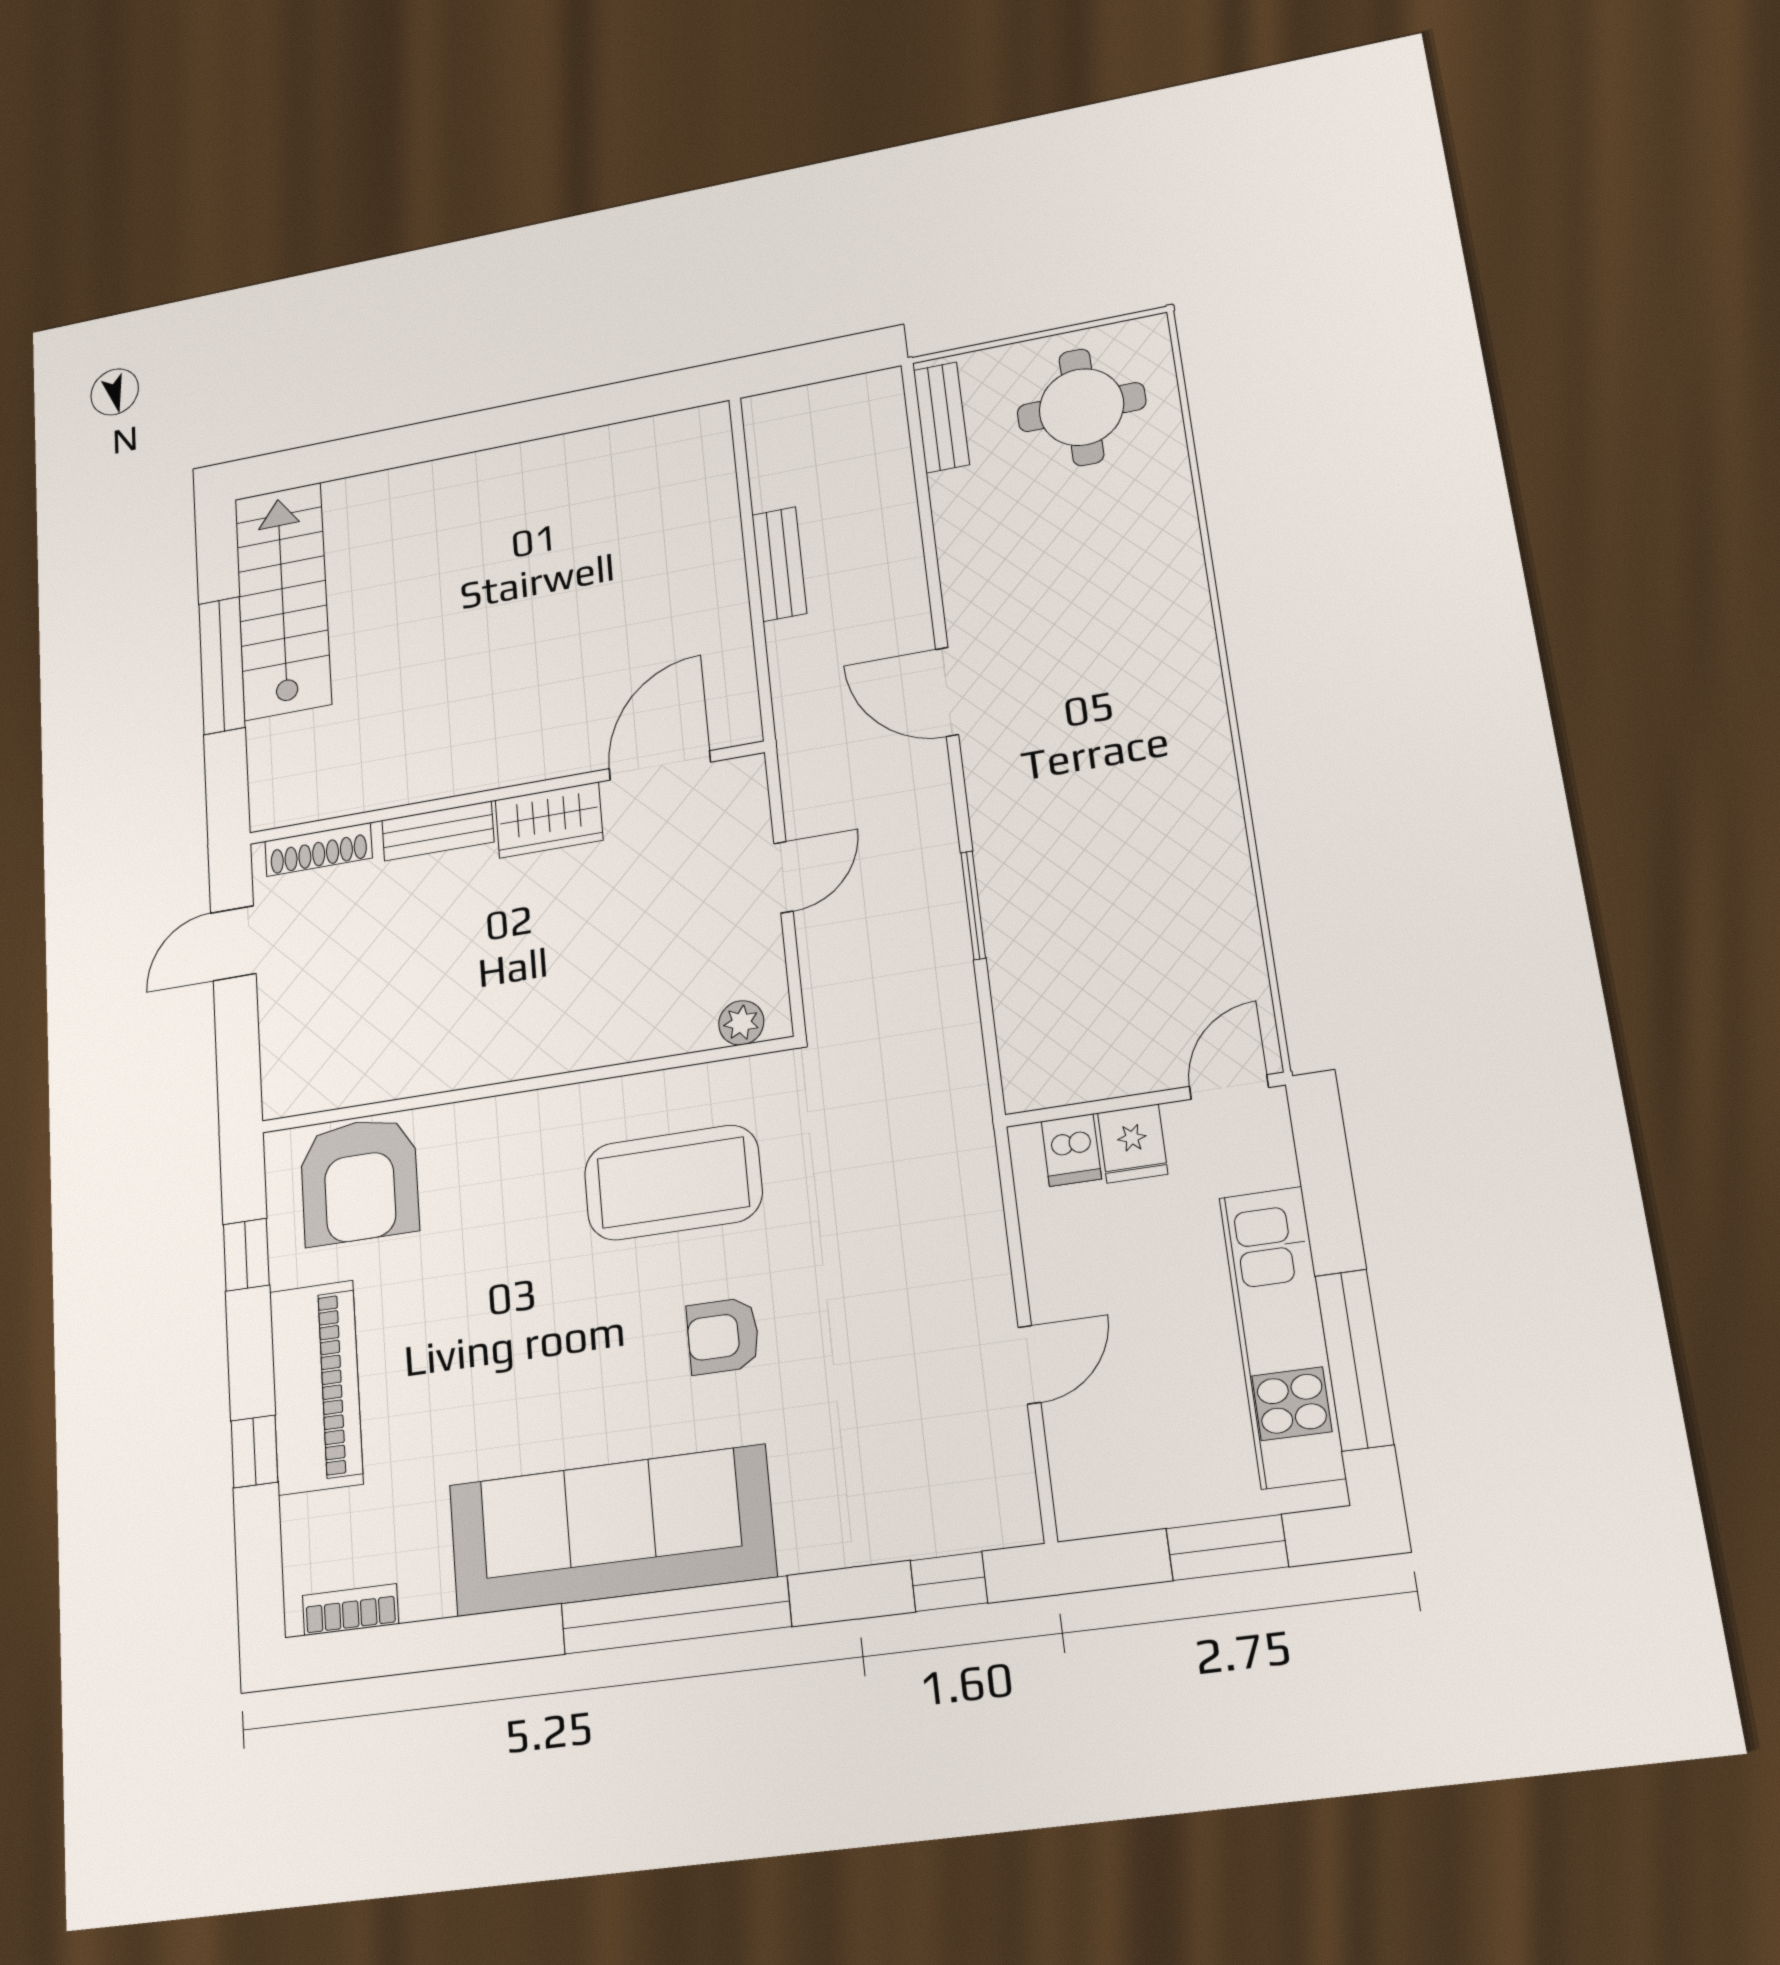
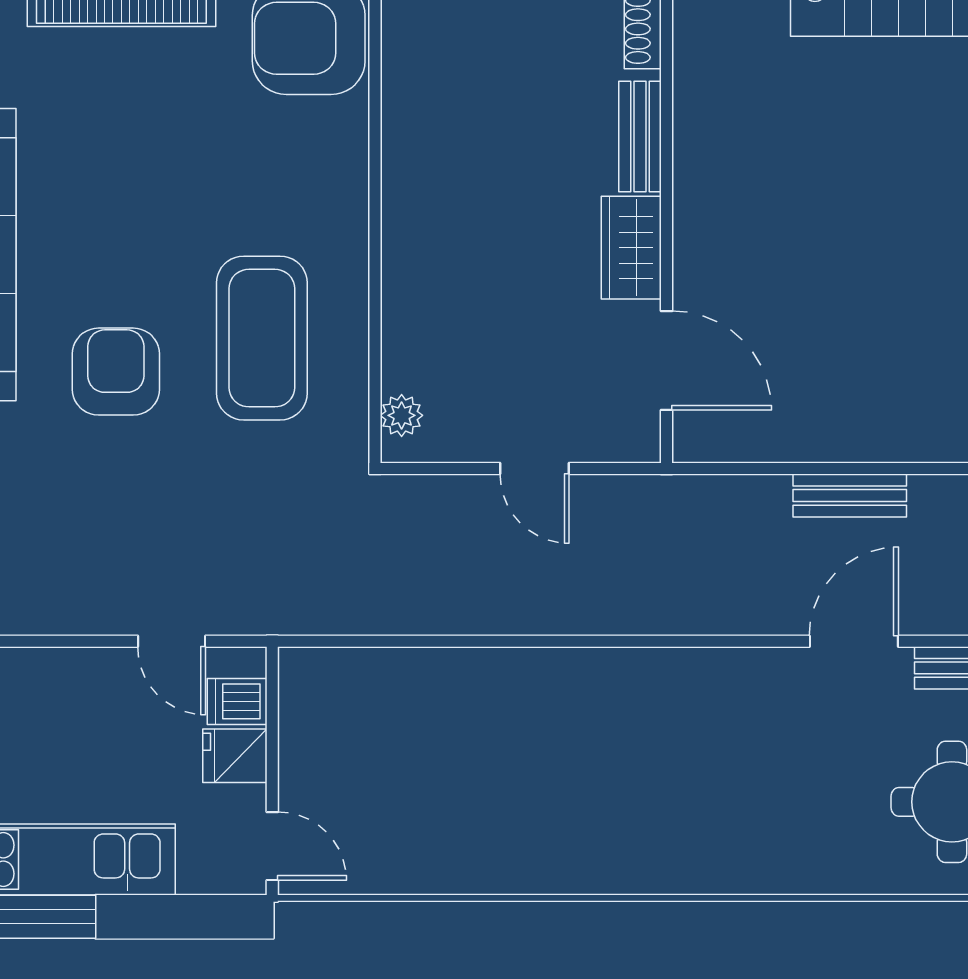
door: (947, 692) -> (854, 641), moved
window: (973, 905) -> (477, 641), removed
armchair: (723, 1336) -> (116, 372), width x1.38, depth x1.38
door: (1029, 1365) -> (172, 641), moved

